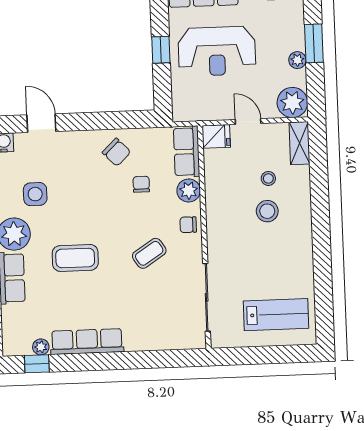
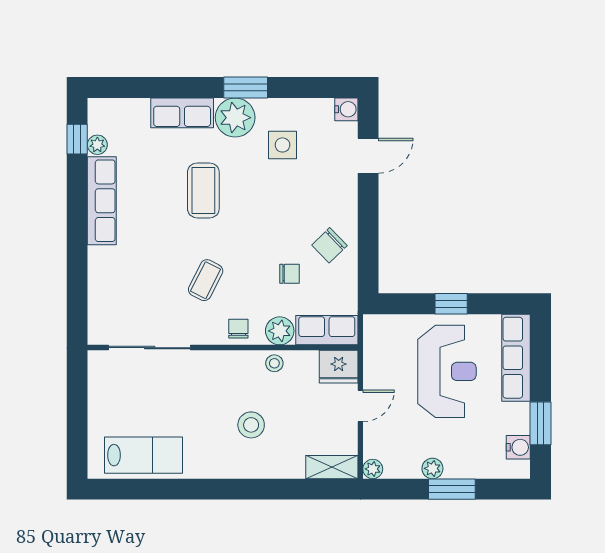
reception desk: (217, 51) -> (447, 371), turned 180
plant: (292, 103) -> (373, 469), width x0.53, depth x0.53
fridge: (216, 136) -> (339, 367), width x1.38
stool: (268, 178) -> (274, 363), moved
coffee table: (149, 253) -> (206, 280), turned 60
lab bench: (276, 315) -> (144, 455), moved, turned -90

